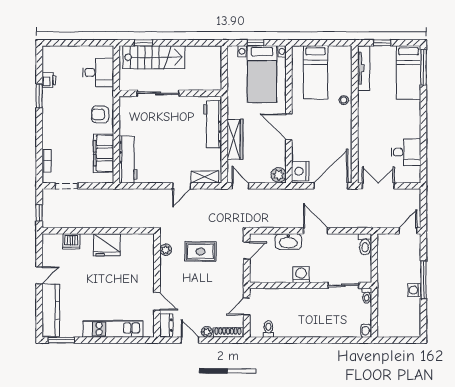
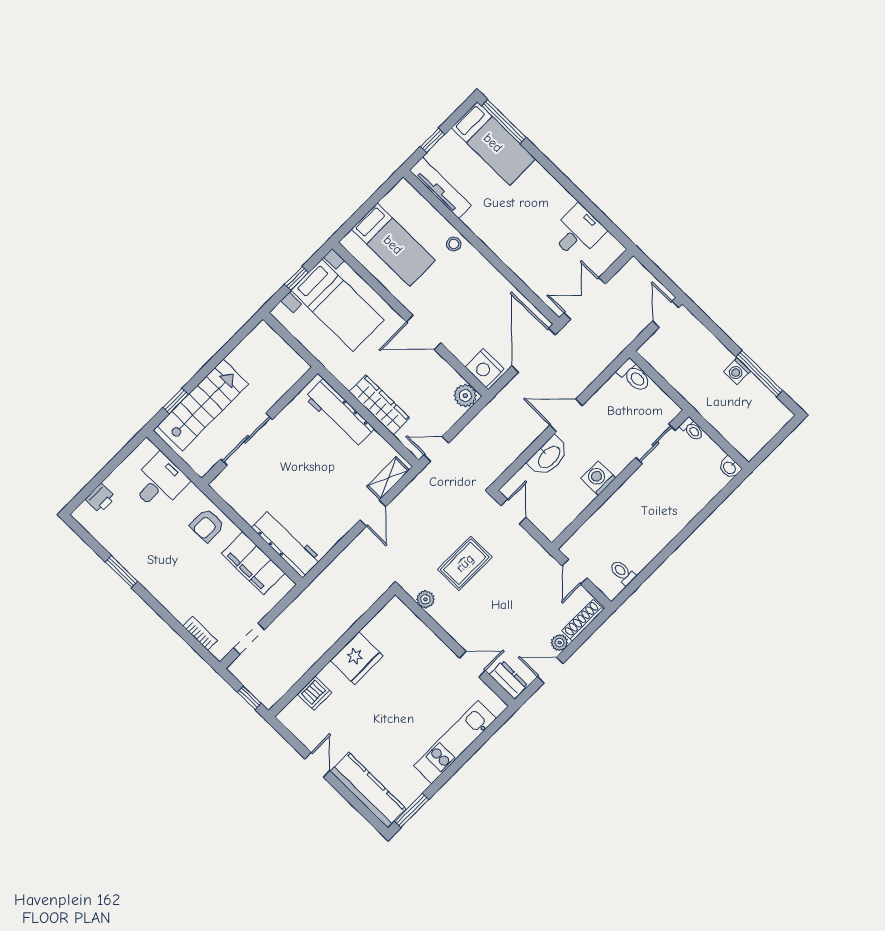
printer: (49, 80) -> (100, 498), moved, turned 90
window: (423, 280) -> (759, 374), moved

